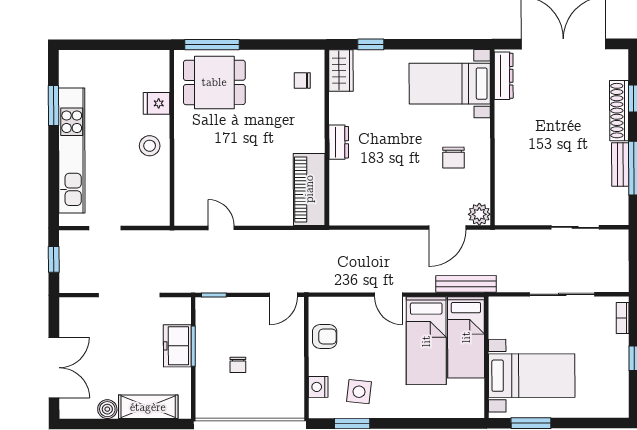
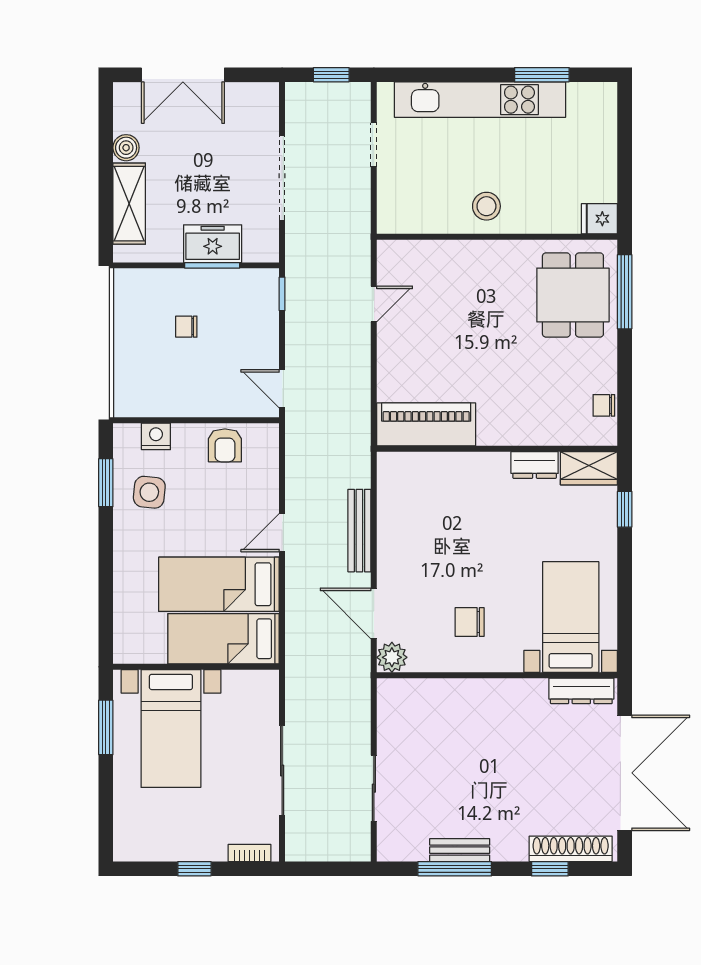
chair: (302, 80) -> (604, 405), moved, turned -90
fridge: (157, 103) -> (599, 219), moved, turned -90
shoe rack: (619, 111) -> (571, 849), moved
dresser: (339, 142) -> (535, 465), moved
bench: (466, 284) -> (359, 531), moved

